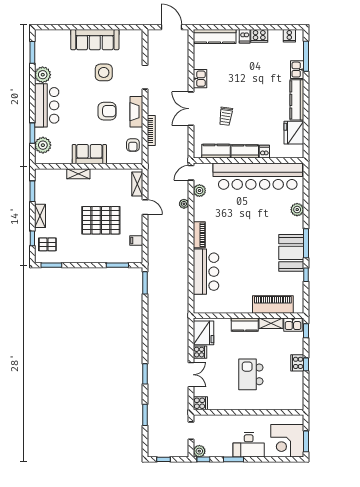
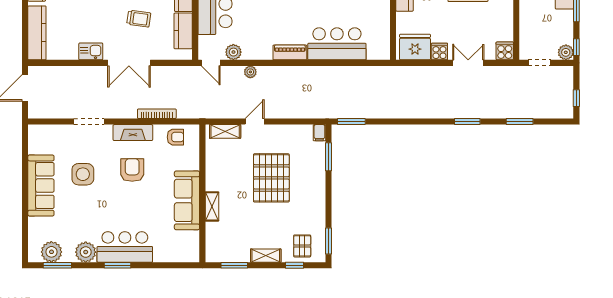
window: (32, 133) -> (118, 265), moved
plant: (43, 145) -> (51, 252), moved
sofa: (89, 154) -> (187, 200), width x1.36
filing cabinet: (136, 240) -> (319, 133), moved

